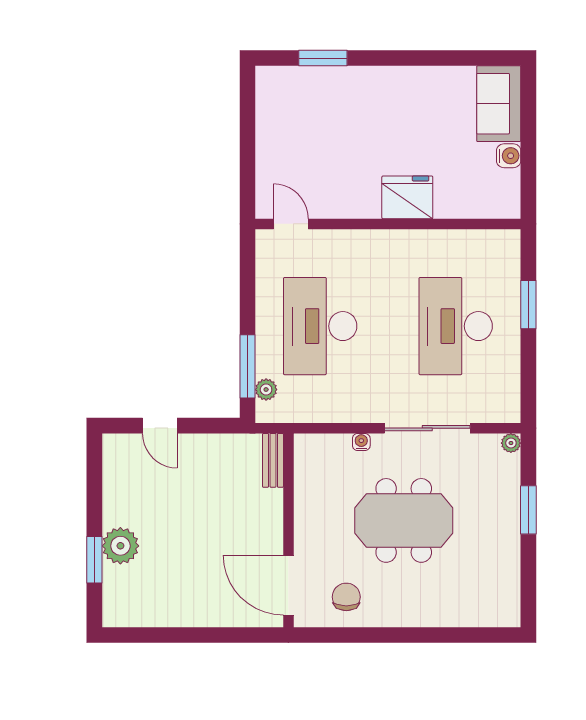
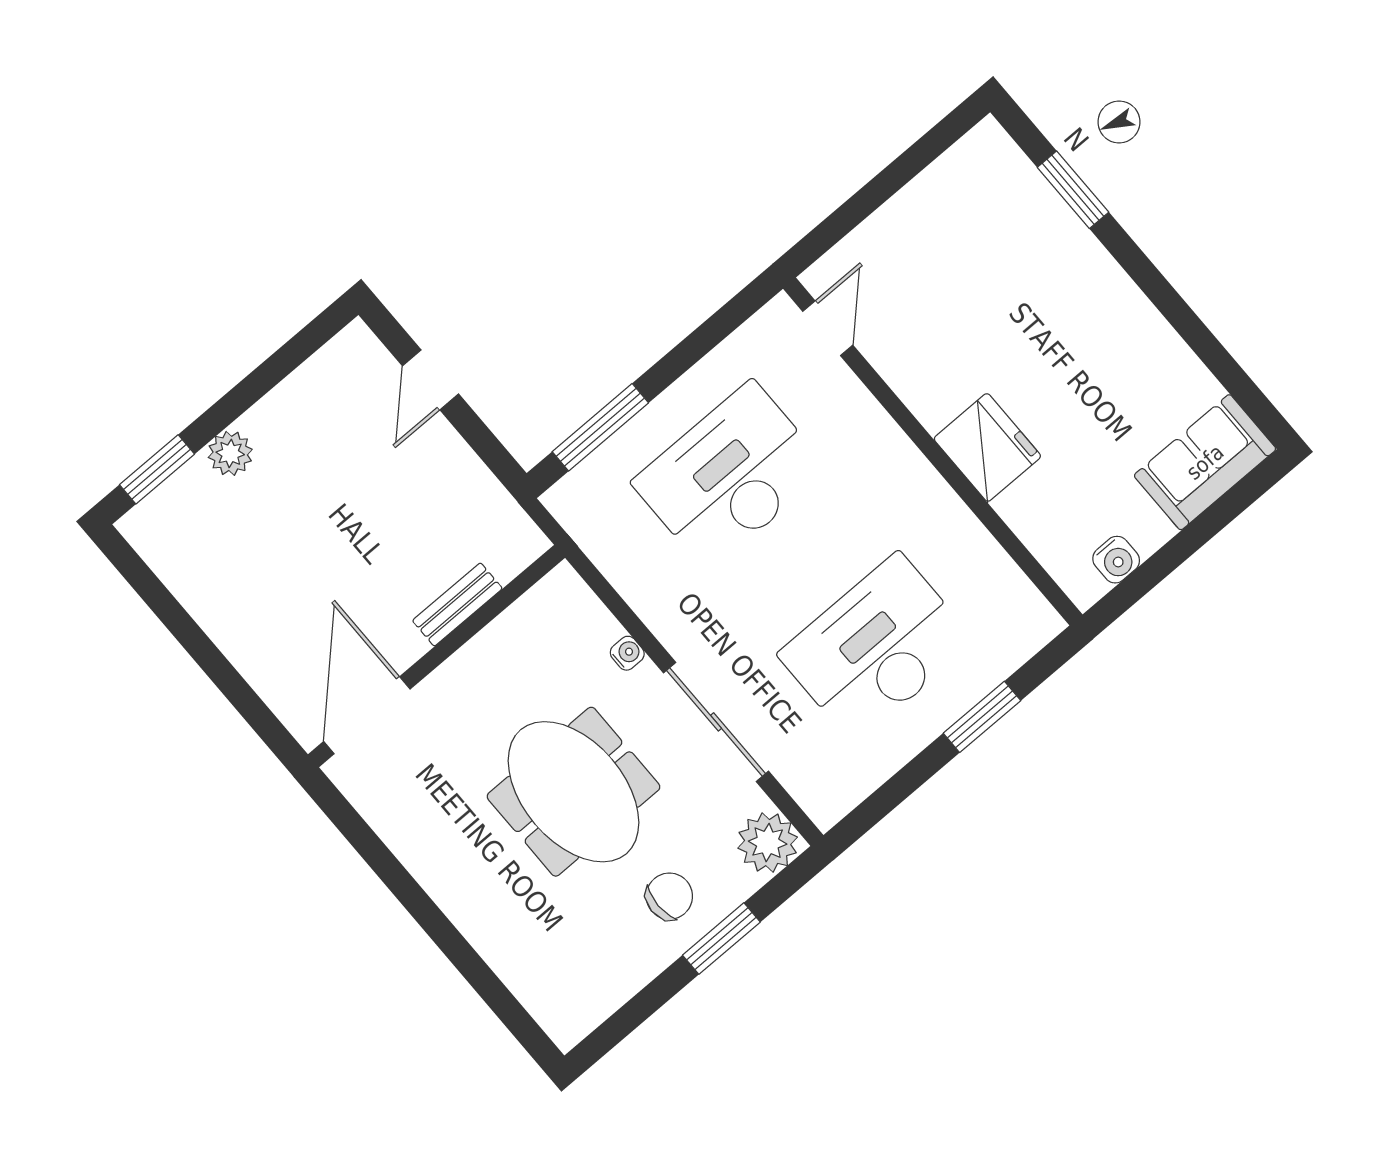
water cooler: (509, 156) -> (1116, 560), moved
plant: (266, 390) -> (591, 476), removed
plant: (511, 443) -> (768, 843), width x1.88, depth x1.88
bench: (273, 460) -> (457, 605), moved
plant: (120, 546) -> (230, 453), width x0.73, depth x0.73
window: (94, 560) -> (157, 469), moved
chair: (346, 597) -> (669, 896), moved

